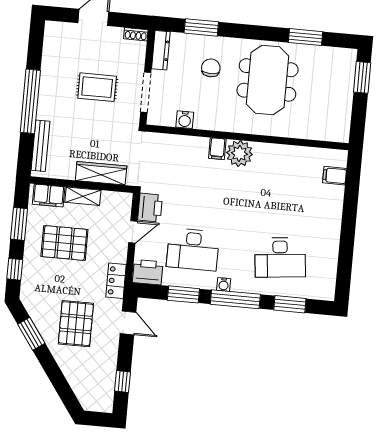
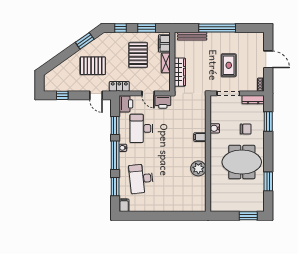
water cooler: (185, 120) -> (215, 128), moved
plant: (239, 154) -> (198, 168), moved
filing cabinet: (335, 176) -> (124, 205), moved
door: (128, 323) -> (96, 95), hinge flipped

